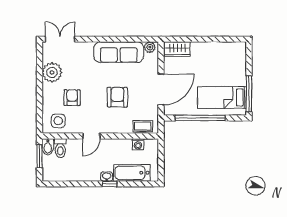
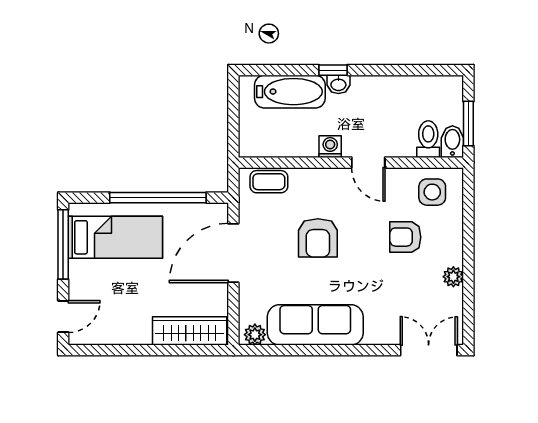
double door: (60, 39) -> (429, 350), swing flipped
wardrobe: (177, 49) -> (190, 331), width x1.50
door: (249, 57) -> (63, 316), added
plant: (52, 72) -> (453, 277), width x0.53, depth x0.53
armchair: (72, 98) -> (405, 237), turned 90
door: (91, 136) -> (368, 163), swing flipped
washing machine: (138, 144) -> (330, 147), moved

